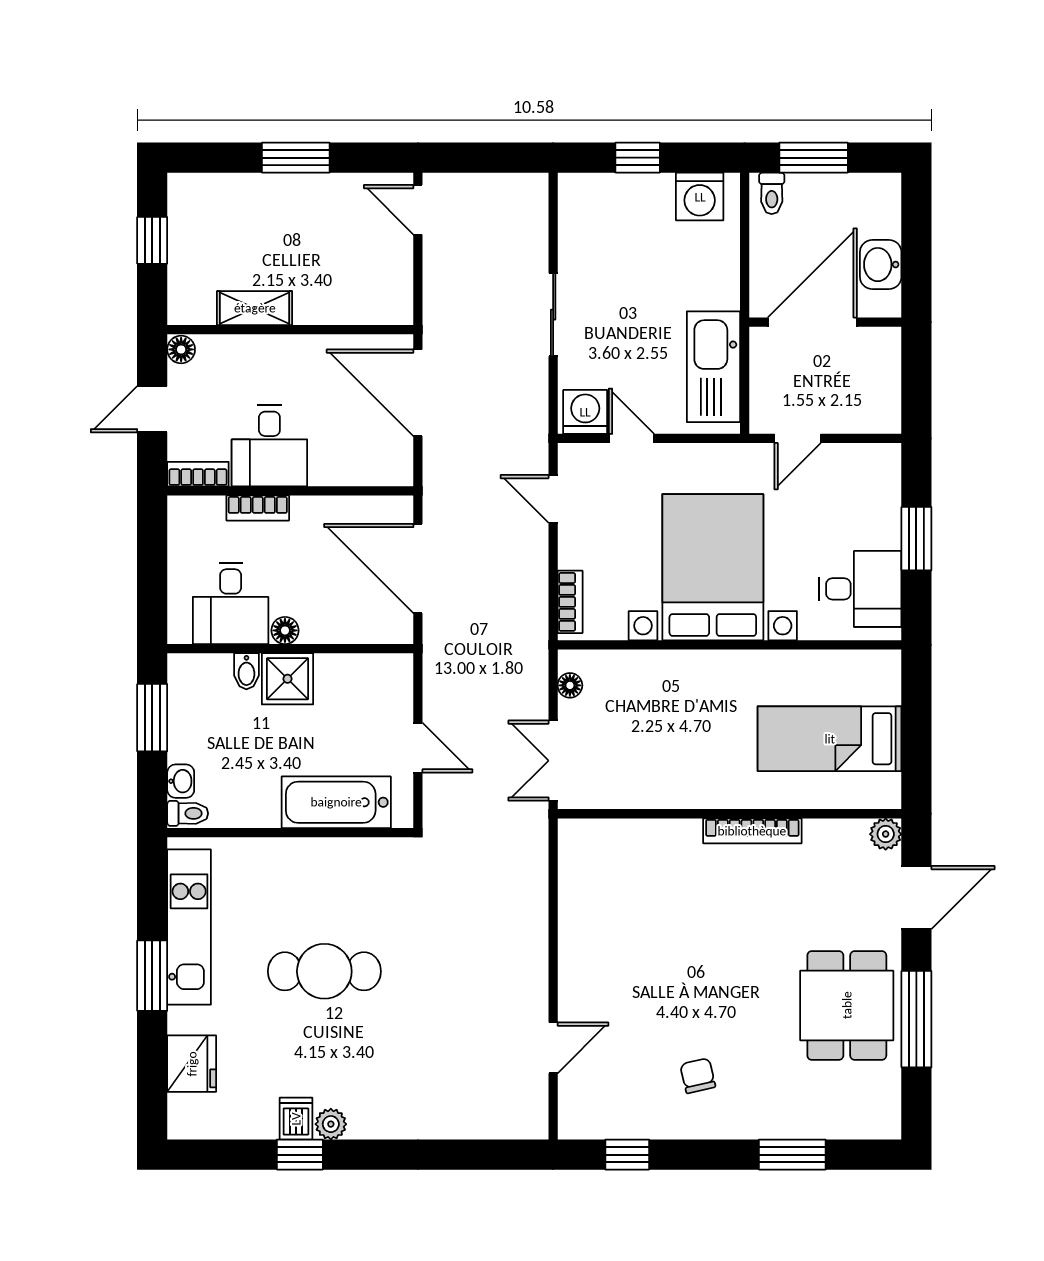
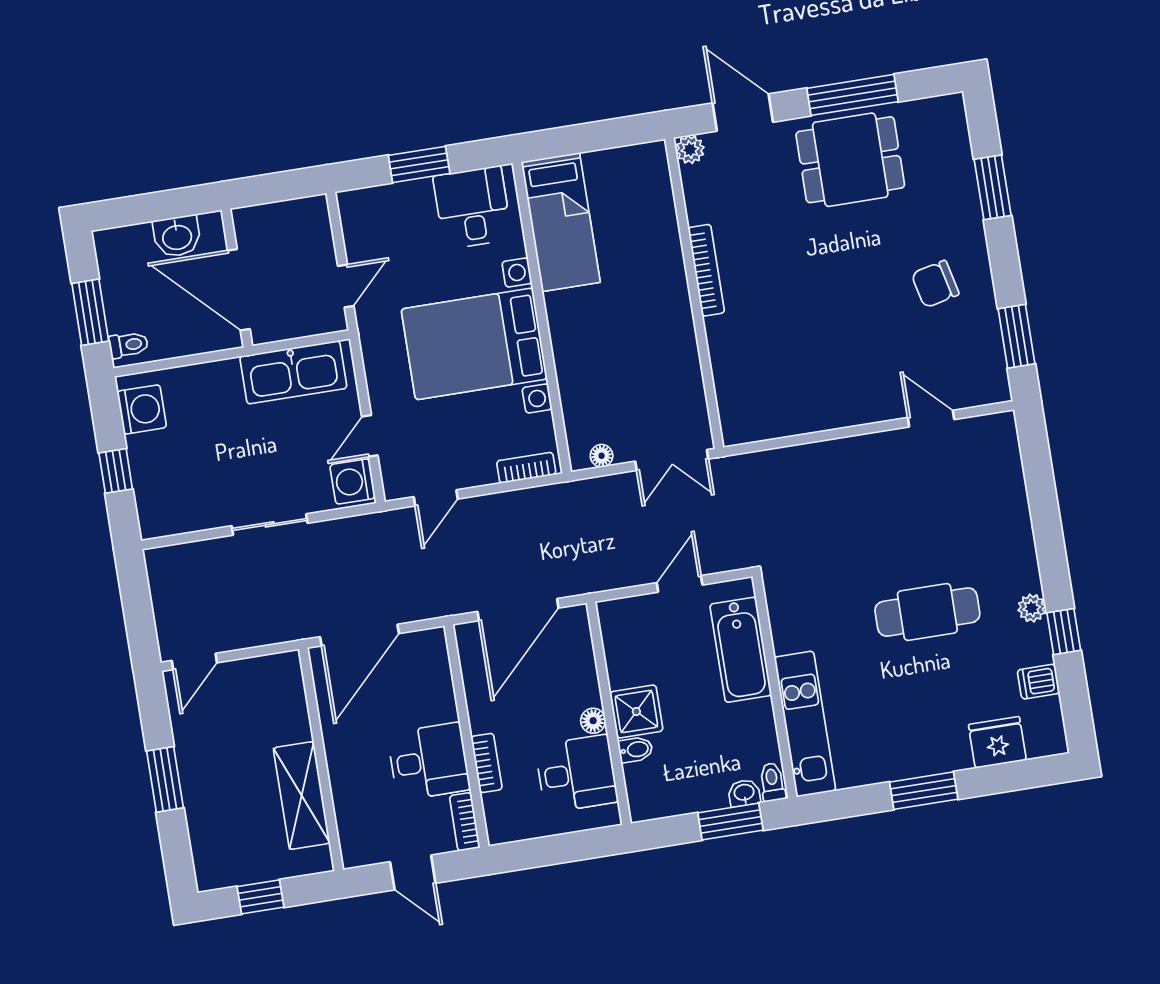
shelving: (255, 308) -> (302, 796), width x1.50, depth x1.33
floor lamp: (181, 349) -> (355, 855), removed
door: (798, 438) -> (346, 286), hinge flipped
window: (152, 718) -> (730, 822), moved
bed: (830, 739) -> (561, 222), moved
kitchen unit: (189, 927) -> (805, 724), moved, turned 90
cafe table: (324, 971) -> (927, 612), moved, turned 90
chair: (698, 1076) -> (935, 284), width x1.37, depth x1.37
dishwasher: (296, 1119) -> (1038, 682), moved
window: (627, 1155) -> (1016, 336), width x1.50

